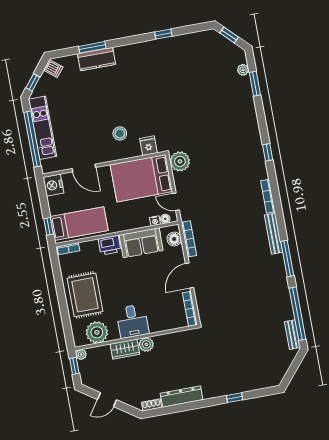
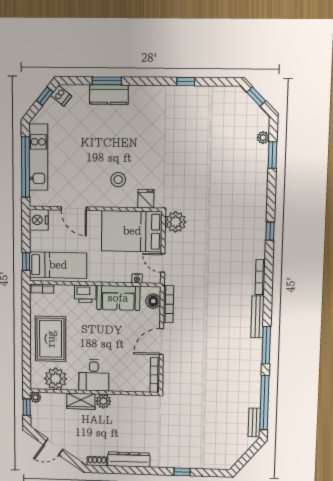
window: (33, 82) -> (45, 96), moved
floor lamp: (165, 219) -> (148, 278), removed

